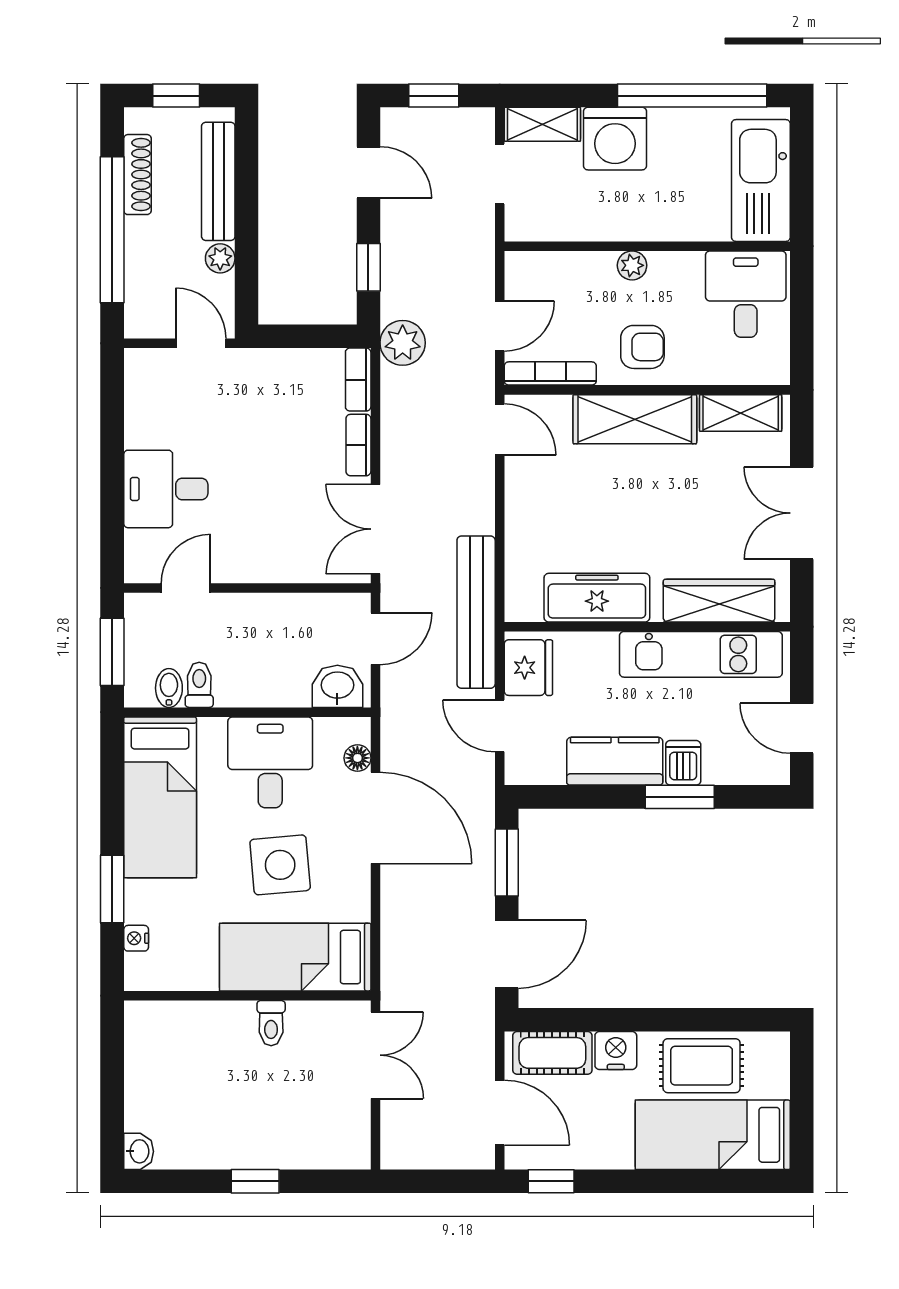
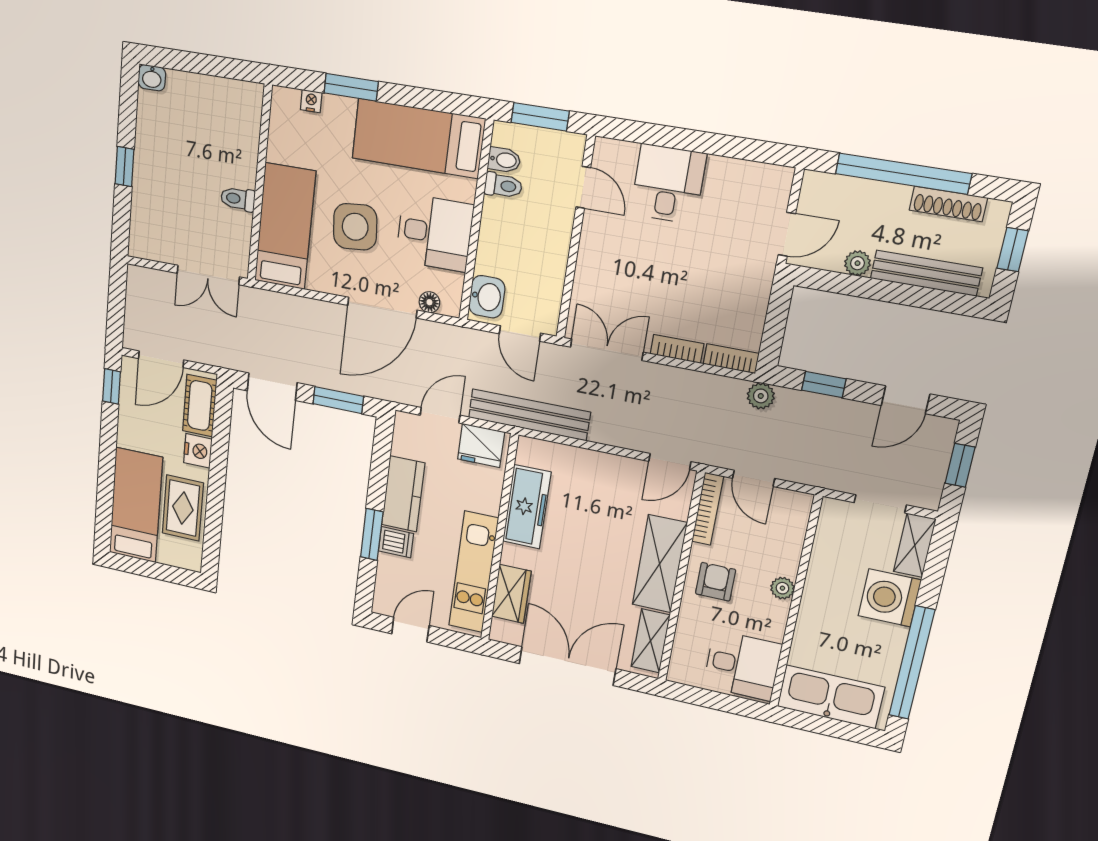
plant: (403, 343) -> (761, 396), width x0.73, depth x0.73
armchair: (642, 347) -> (716, 582), turned 180
double door: (802, 513) -> (567, 666), width x1.37
wardrobe: (719, 601) -> (511, 594), width x0.67

